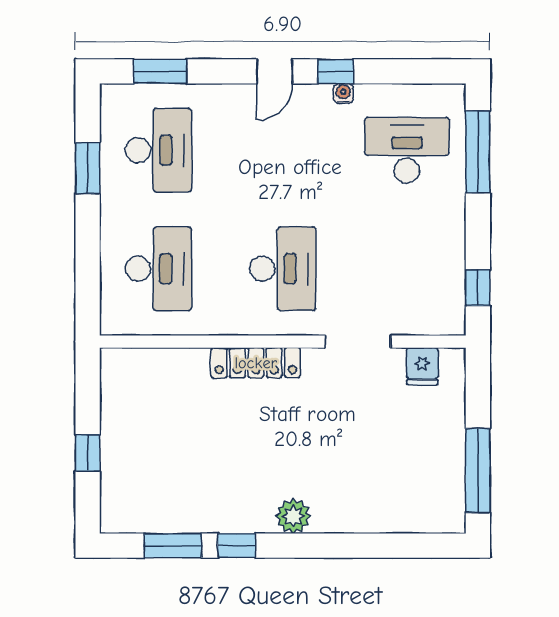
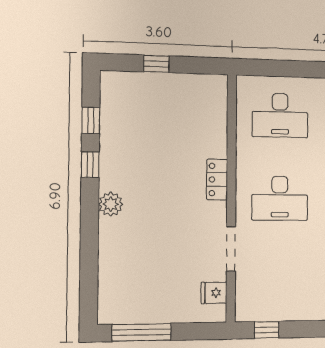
locker: (256, 363) -> (217, 180), width x0.66
window: (173, 546) -> (91, 120), width x0.67

